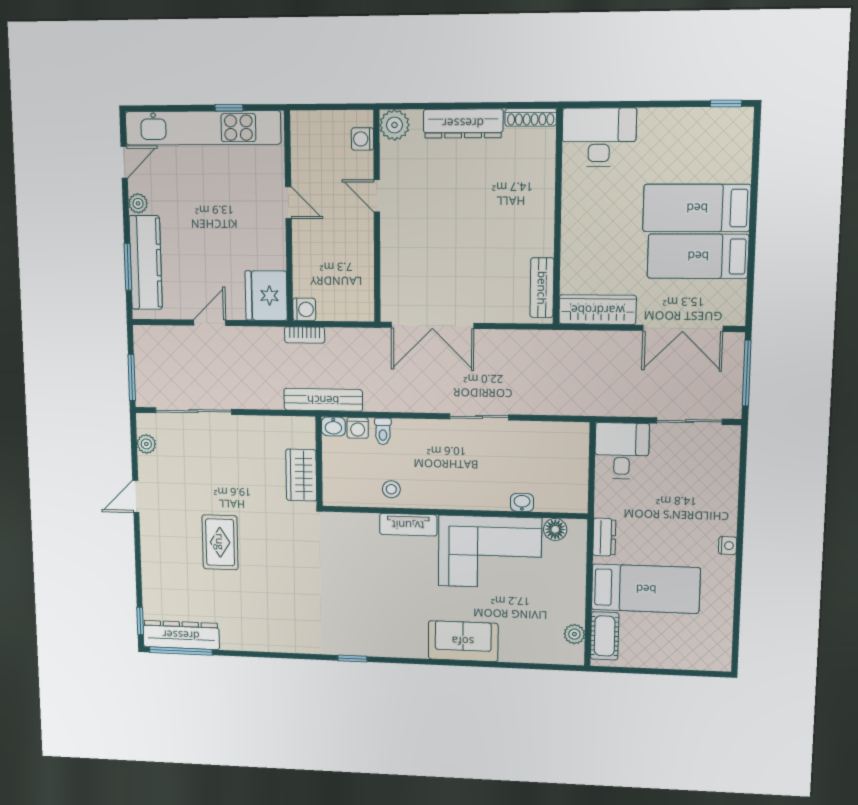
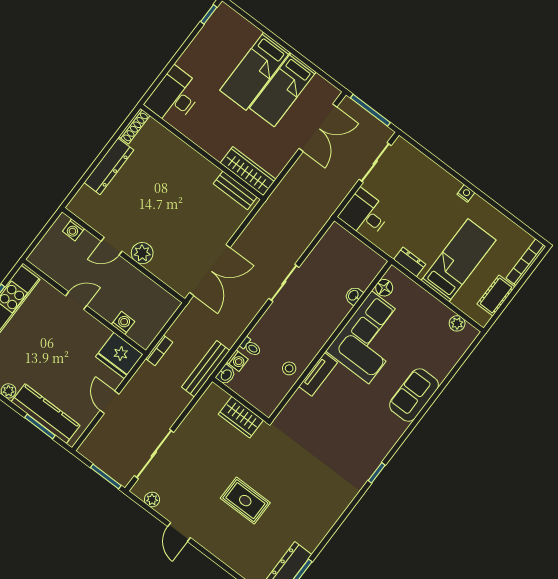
plant: (394, 125) -> (142, 253), moved
washing machine: (304, 309) -> (123, 323), moved
wardrobe: (598, 310) -> (248, 171), moved, turned 90
cot: (605, 636) -> (496, 295), moved, turned 90
bookcase: (697, 662) -> (526, 262), added

